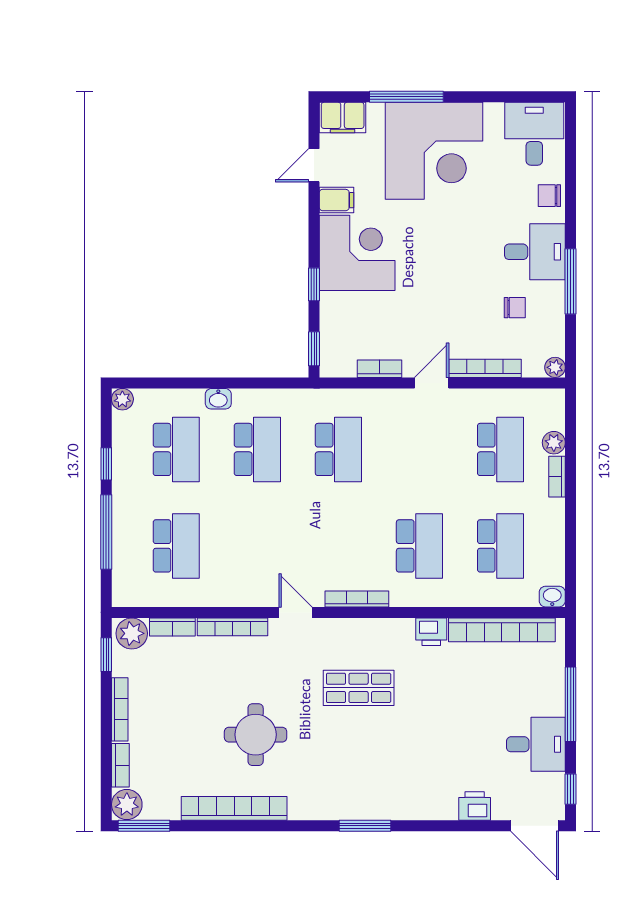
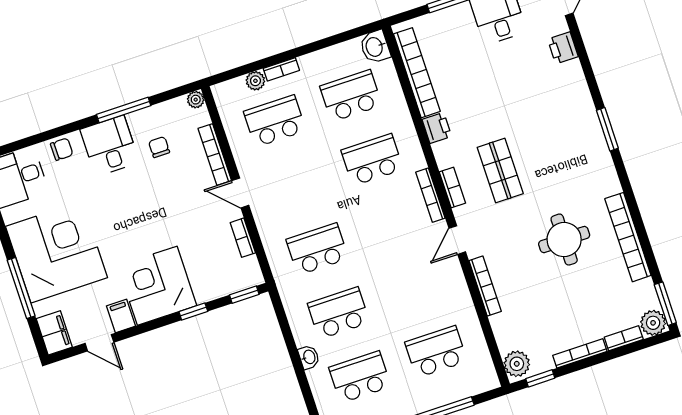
chair: (549, 196) -> (62, 149), turned -90
washbasin: (552, 597) -> (375, 47), width x1.38, depth x1.45
bookcase: (172, 627) -> (452, 188), moved

